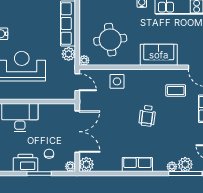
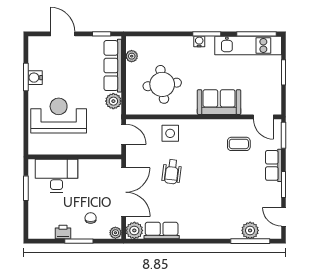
plant: (84, 60) -> (132, 56), moved
wheelchair: (147, 116) -> (172, 172), moved
printer: (25, 163) -> (63, 232), width x0.53, depth x0.68
row of seats: (137, 164) -> (162, 231), moved
plant: (172, 167) -> (234, 233), removed

